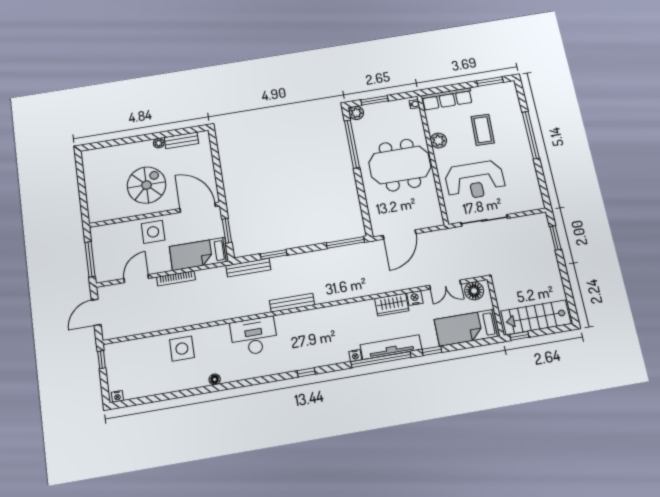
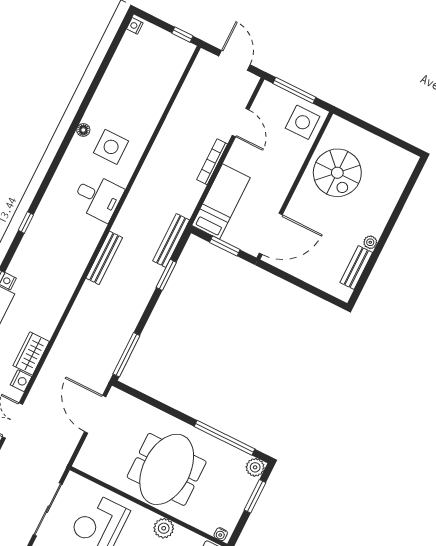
spiral stairs: (147, 185) -> (337, 173), moved
side table: (153, 232) -> (303, 122), moved
desk: (254, 336) -> (98, 197), width x0.73
side table: (182, 349) -> (111, 147), moved

